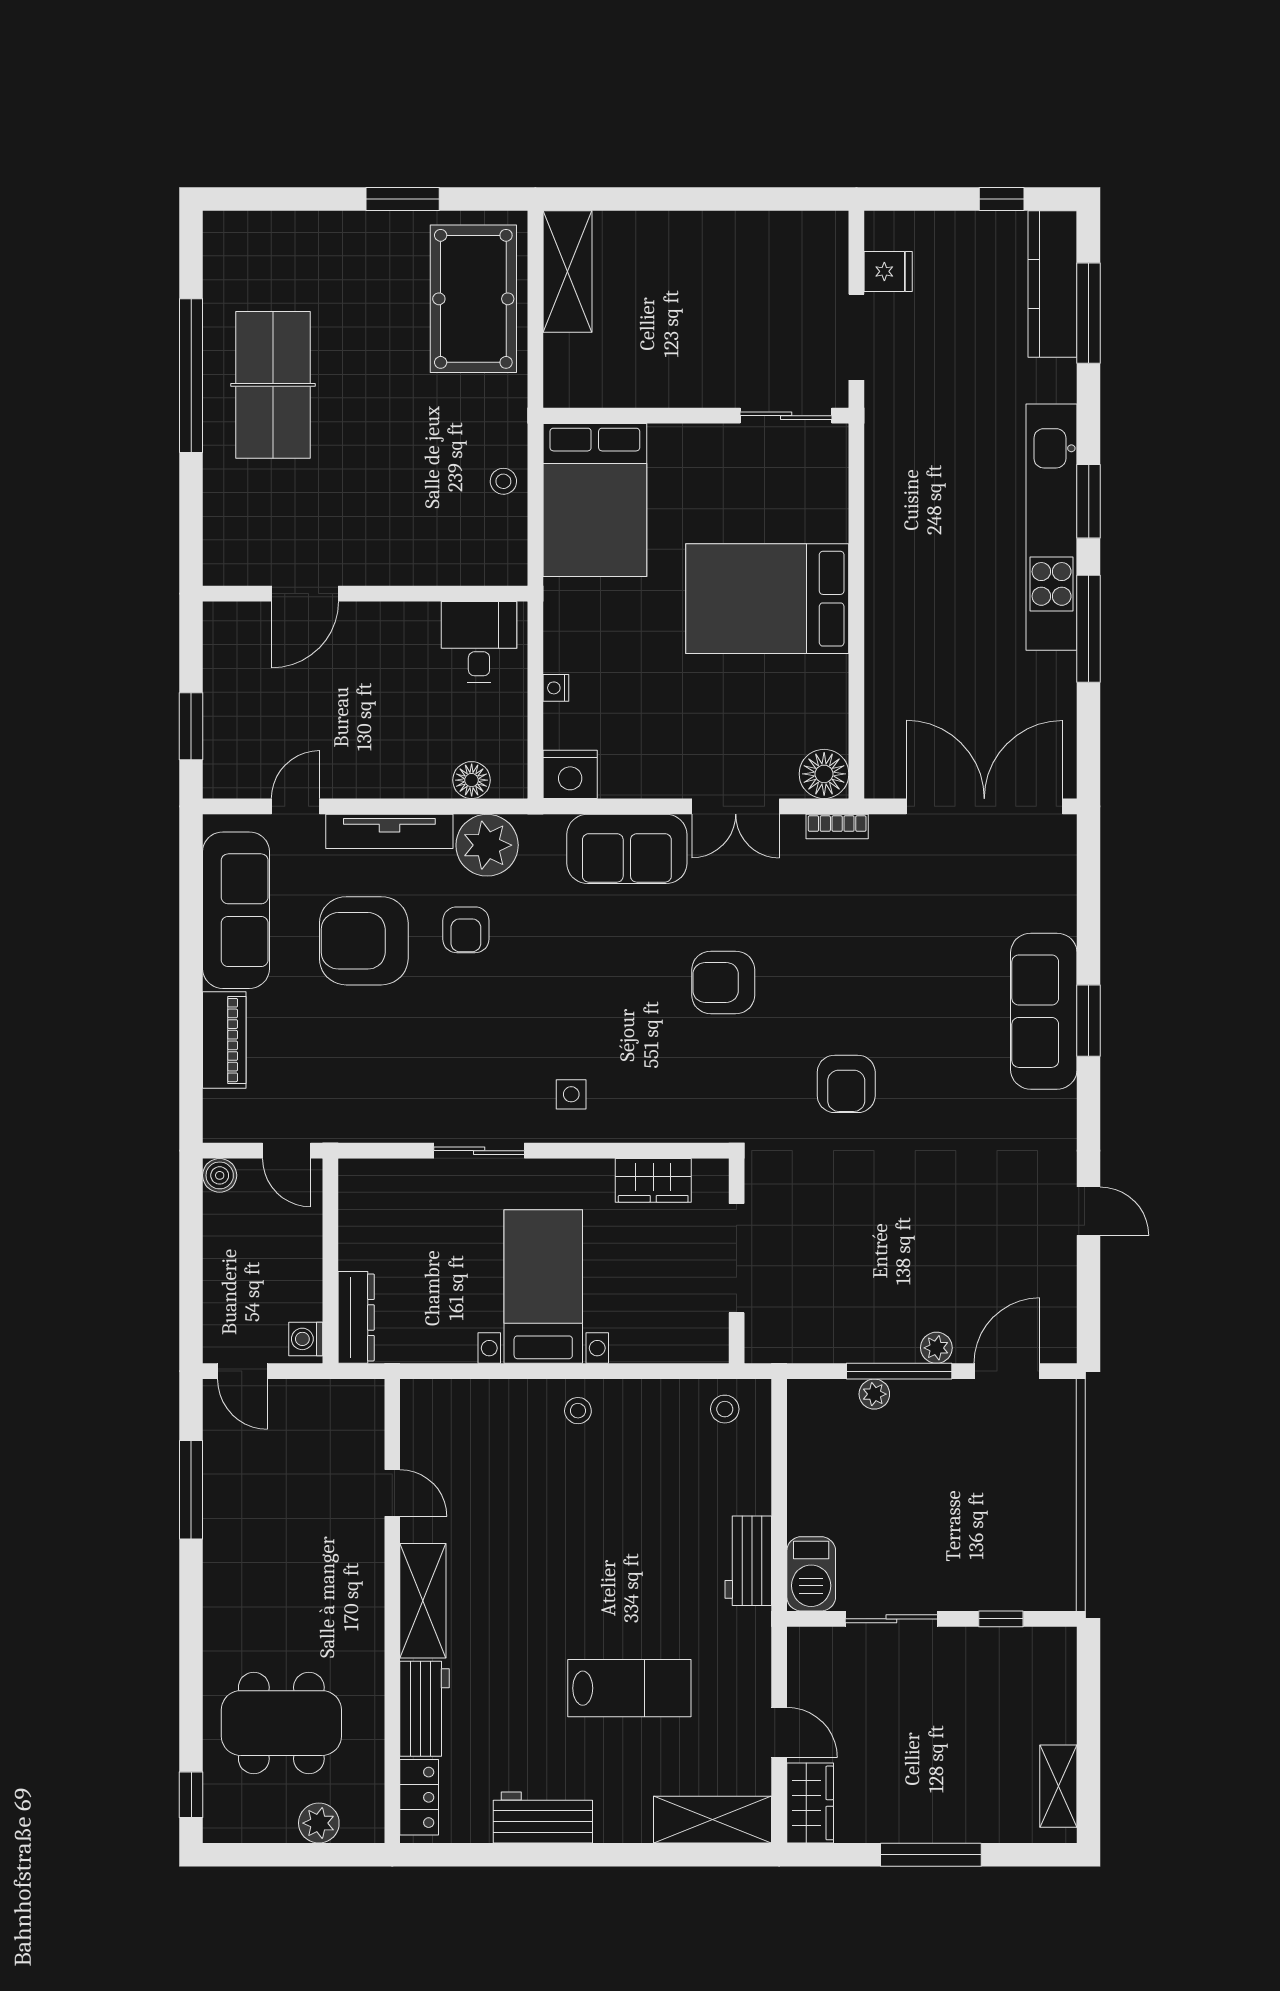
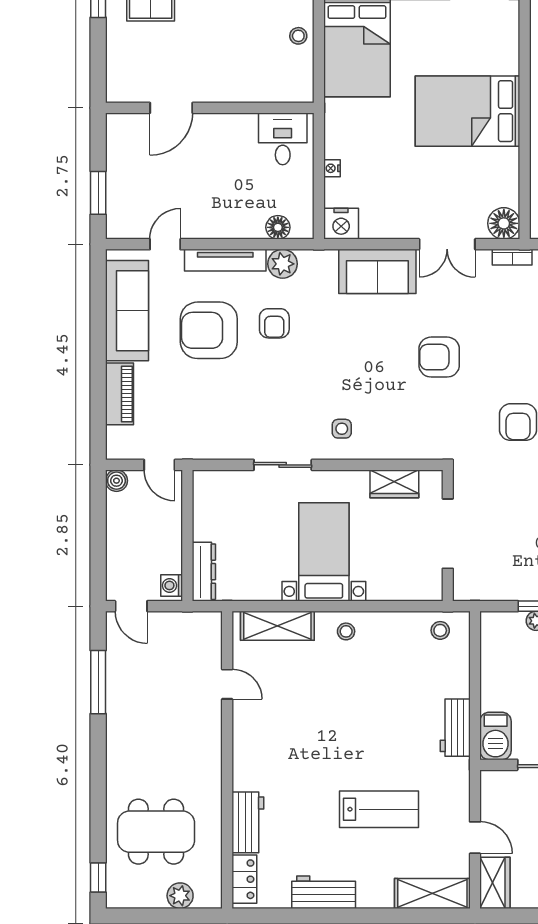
plant: (487, 845) -> (283, 264), width x0.73, depth x0.73
shelving: (423, 1601) -> (277, 626), moved, turned 90

